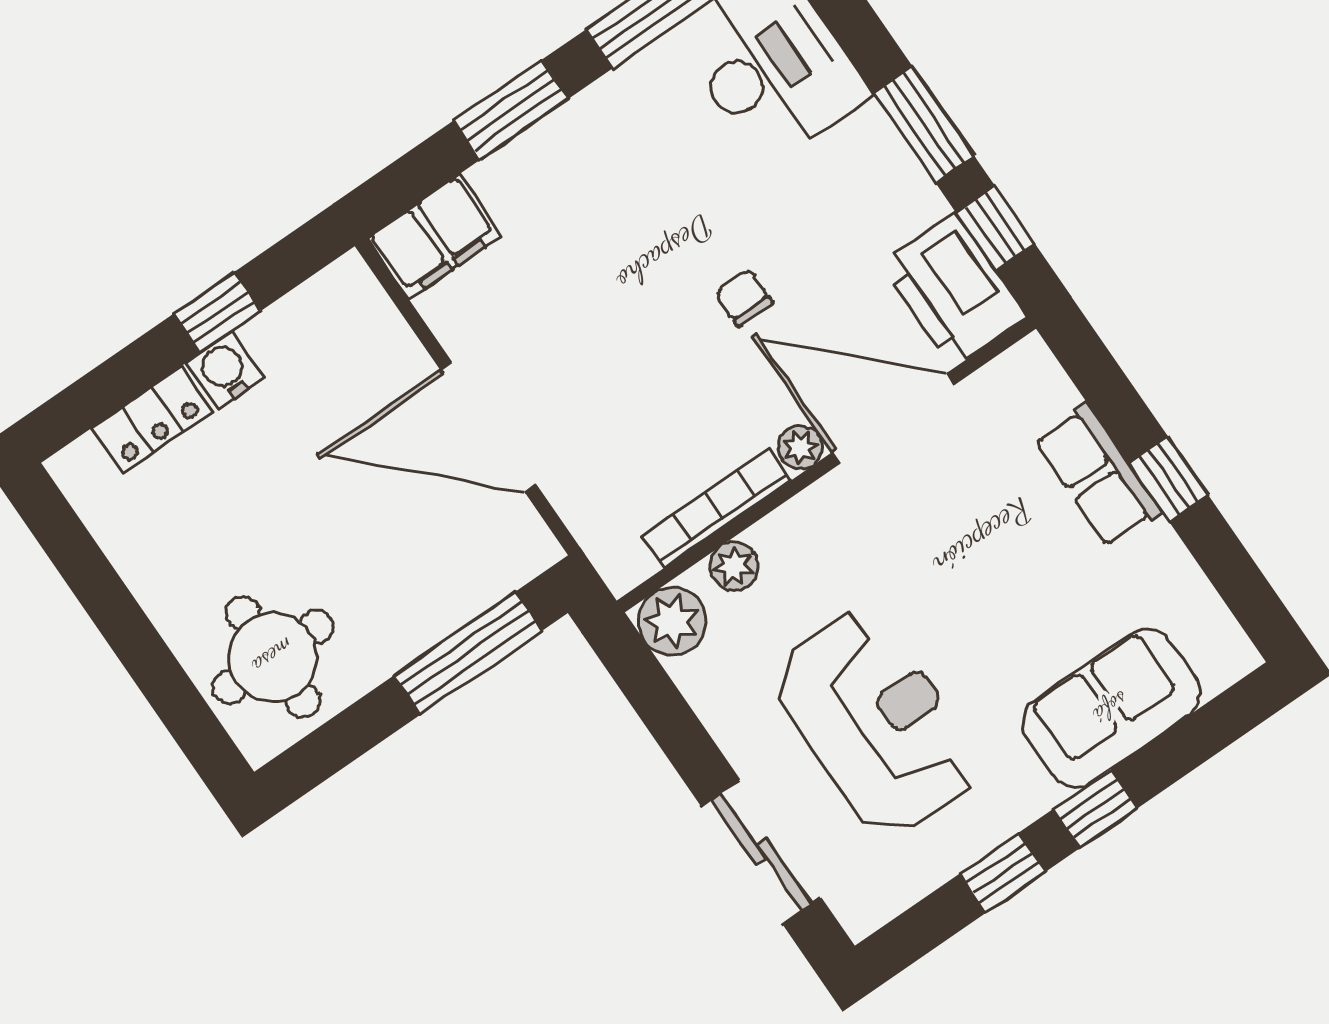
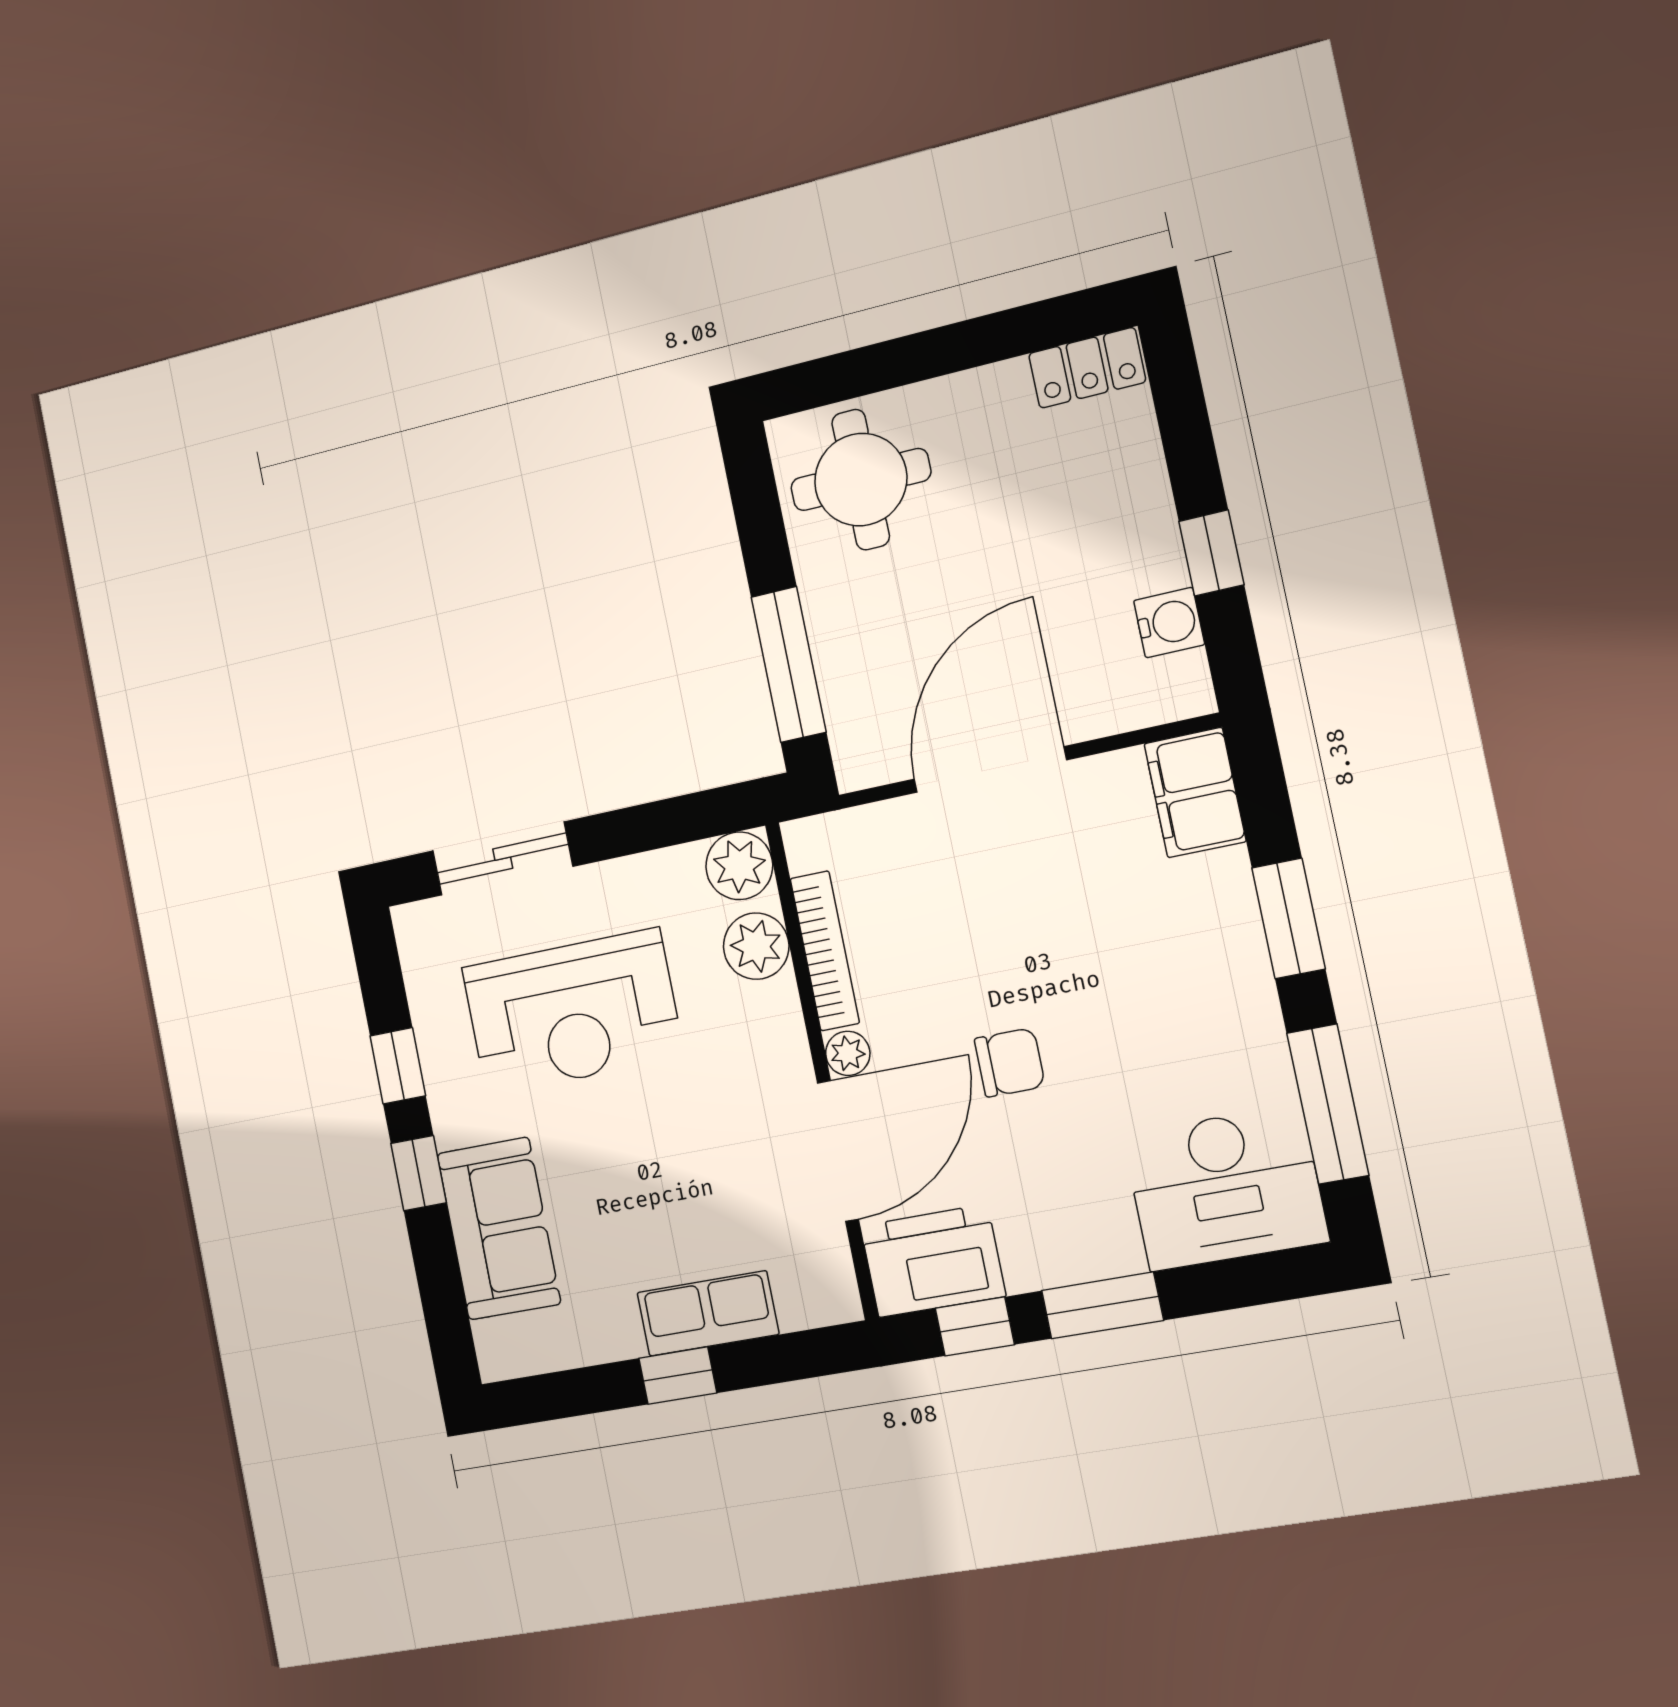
chair: (744, 298) -> (1010, 1062), width x1.37, depth x1.37
water cooler: (225, 370) -> (1169, 623), moved
locker: (152, 420) -> (1087, 368), moved, turned -90
plant: (734, 566) -> (756, 946), width x1.38, depth x1.38

